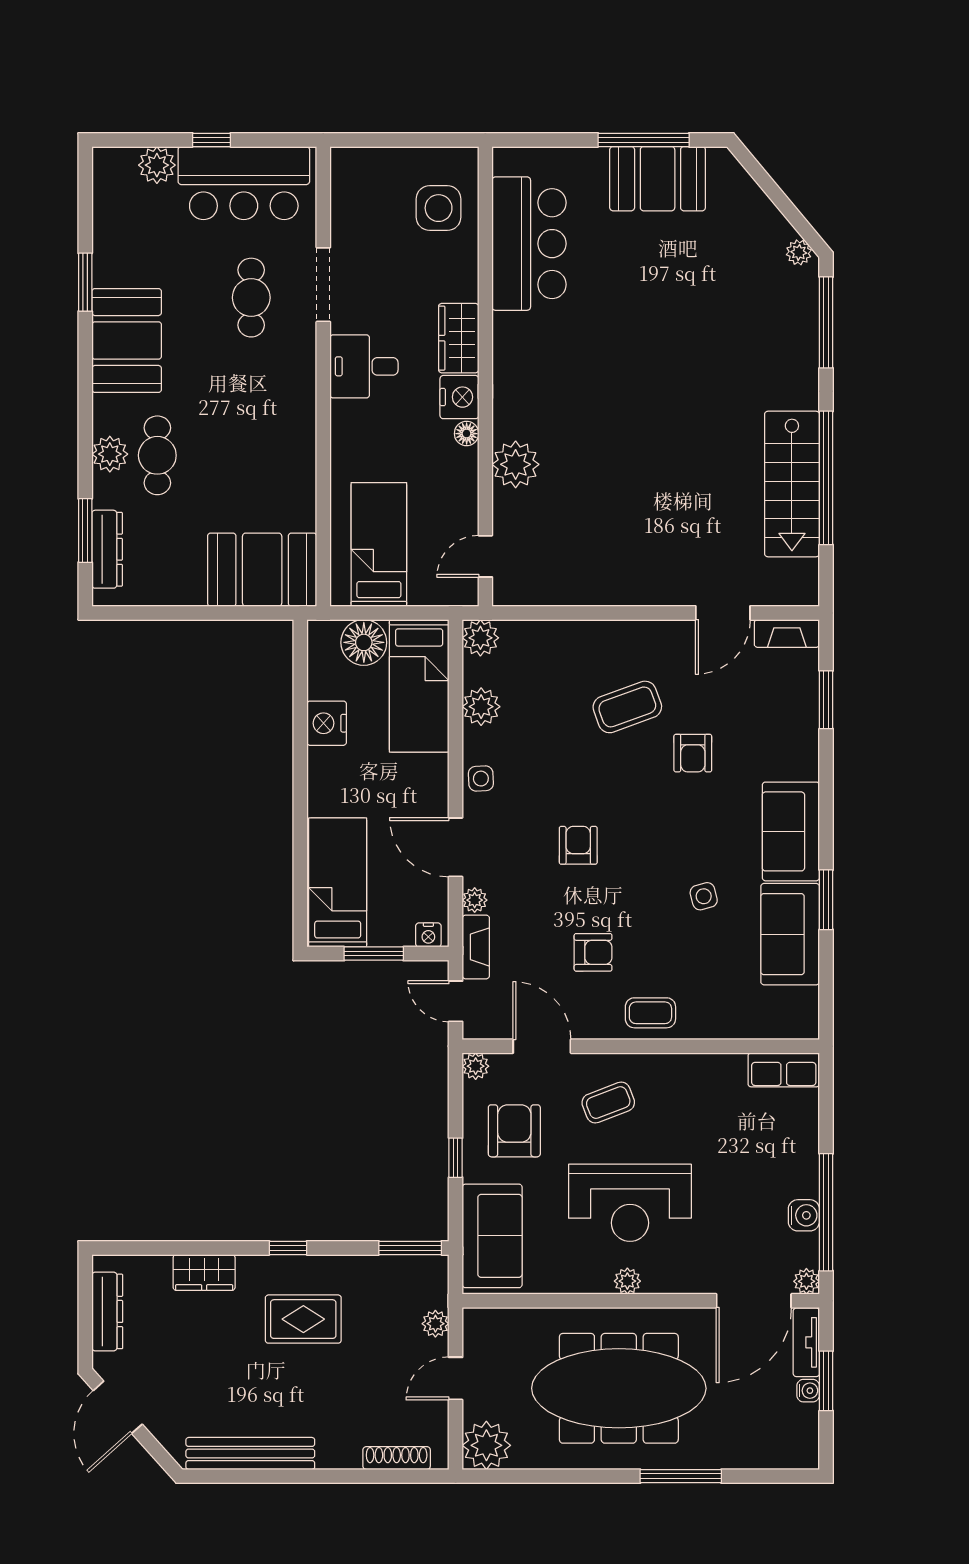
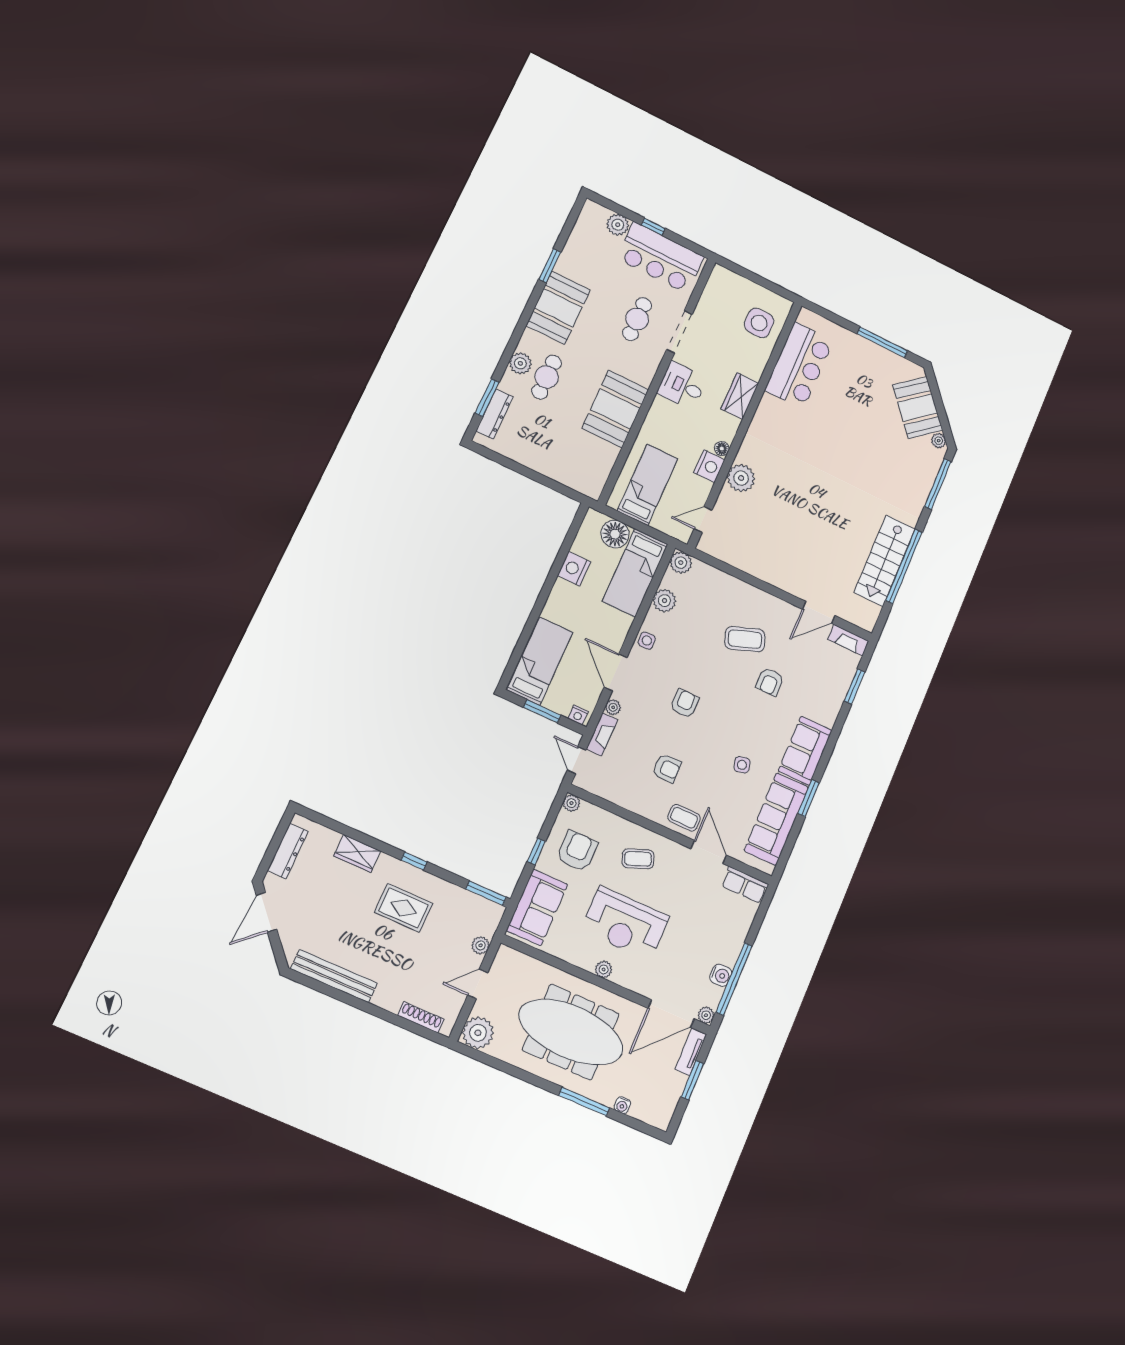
booth: (658, 179) -> (918, 408), moved, turned 50
nightstand: (459, 397) -> (709, 466), moved
booth: (262, 570) -> (615, 409), moved, turned 90
sofa: (790, 934) -> (776, 819), width x1.36
door: (542, 1046) -> (709, 852), moved
water cooler: (808, 1391) -> (622, 1105), moved, turned 90

